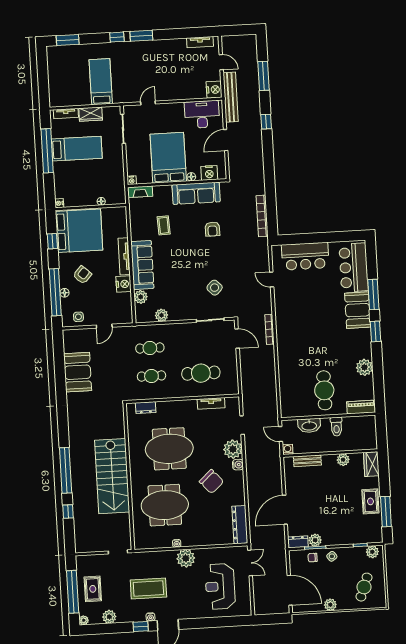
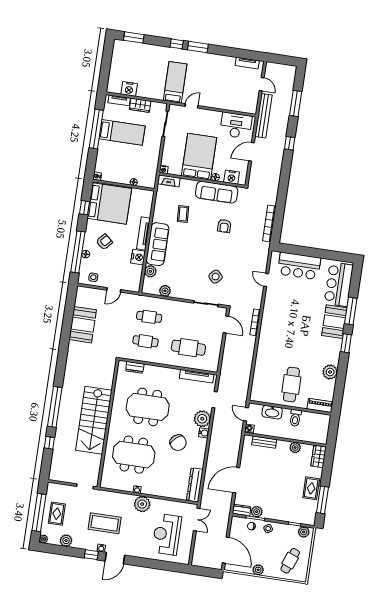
bed: (101, 82) -> (175, 82), moved
nightstand: (214, 90) -> (129, 89), moved, turned 90
tv unit: (211, 403) -> (197, 376), width x1.41

